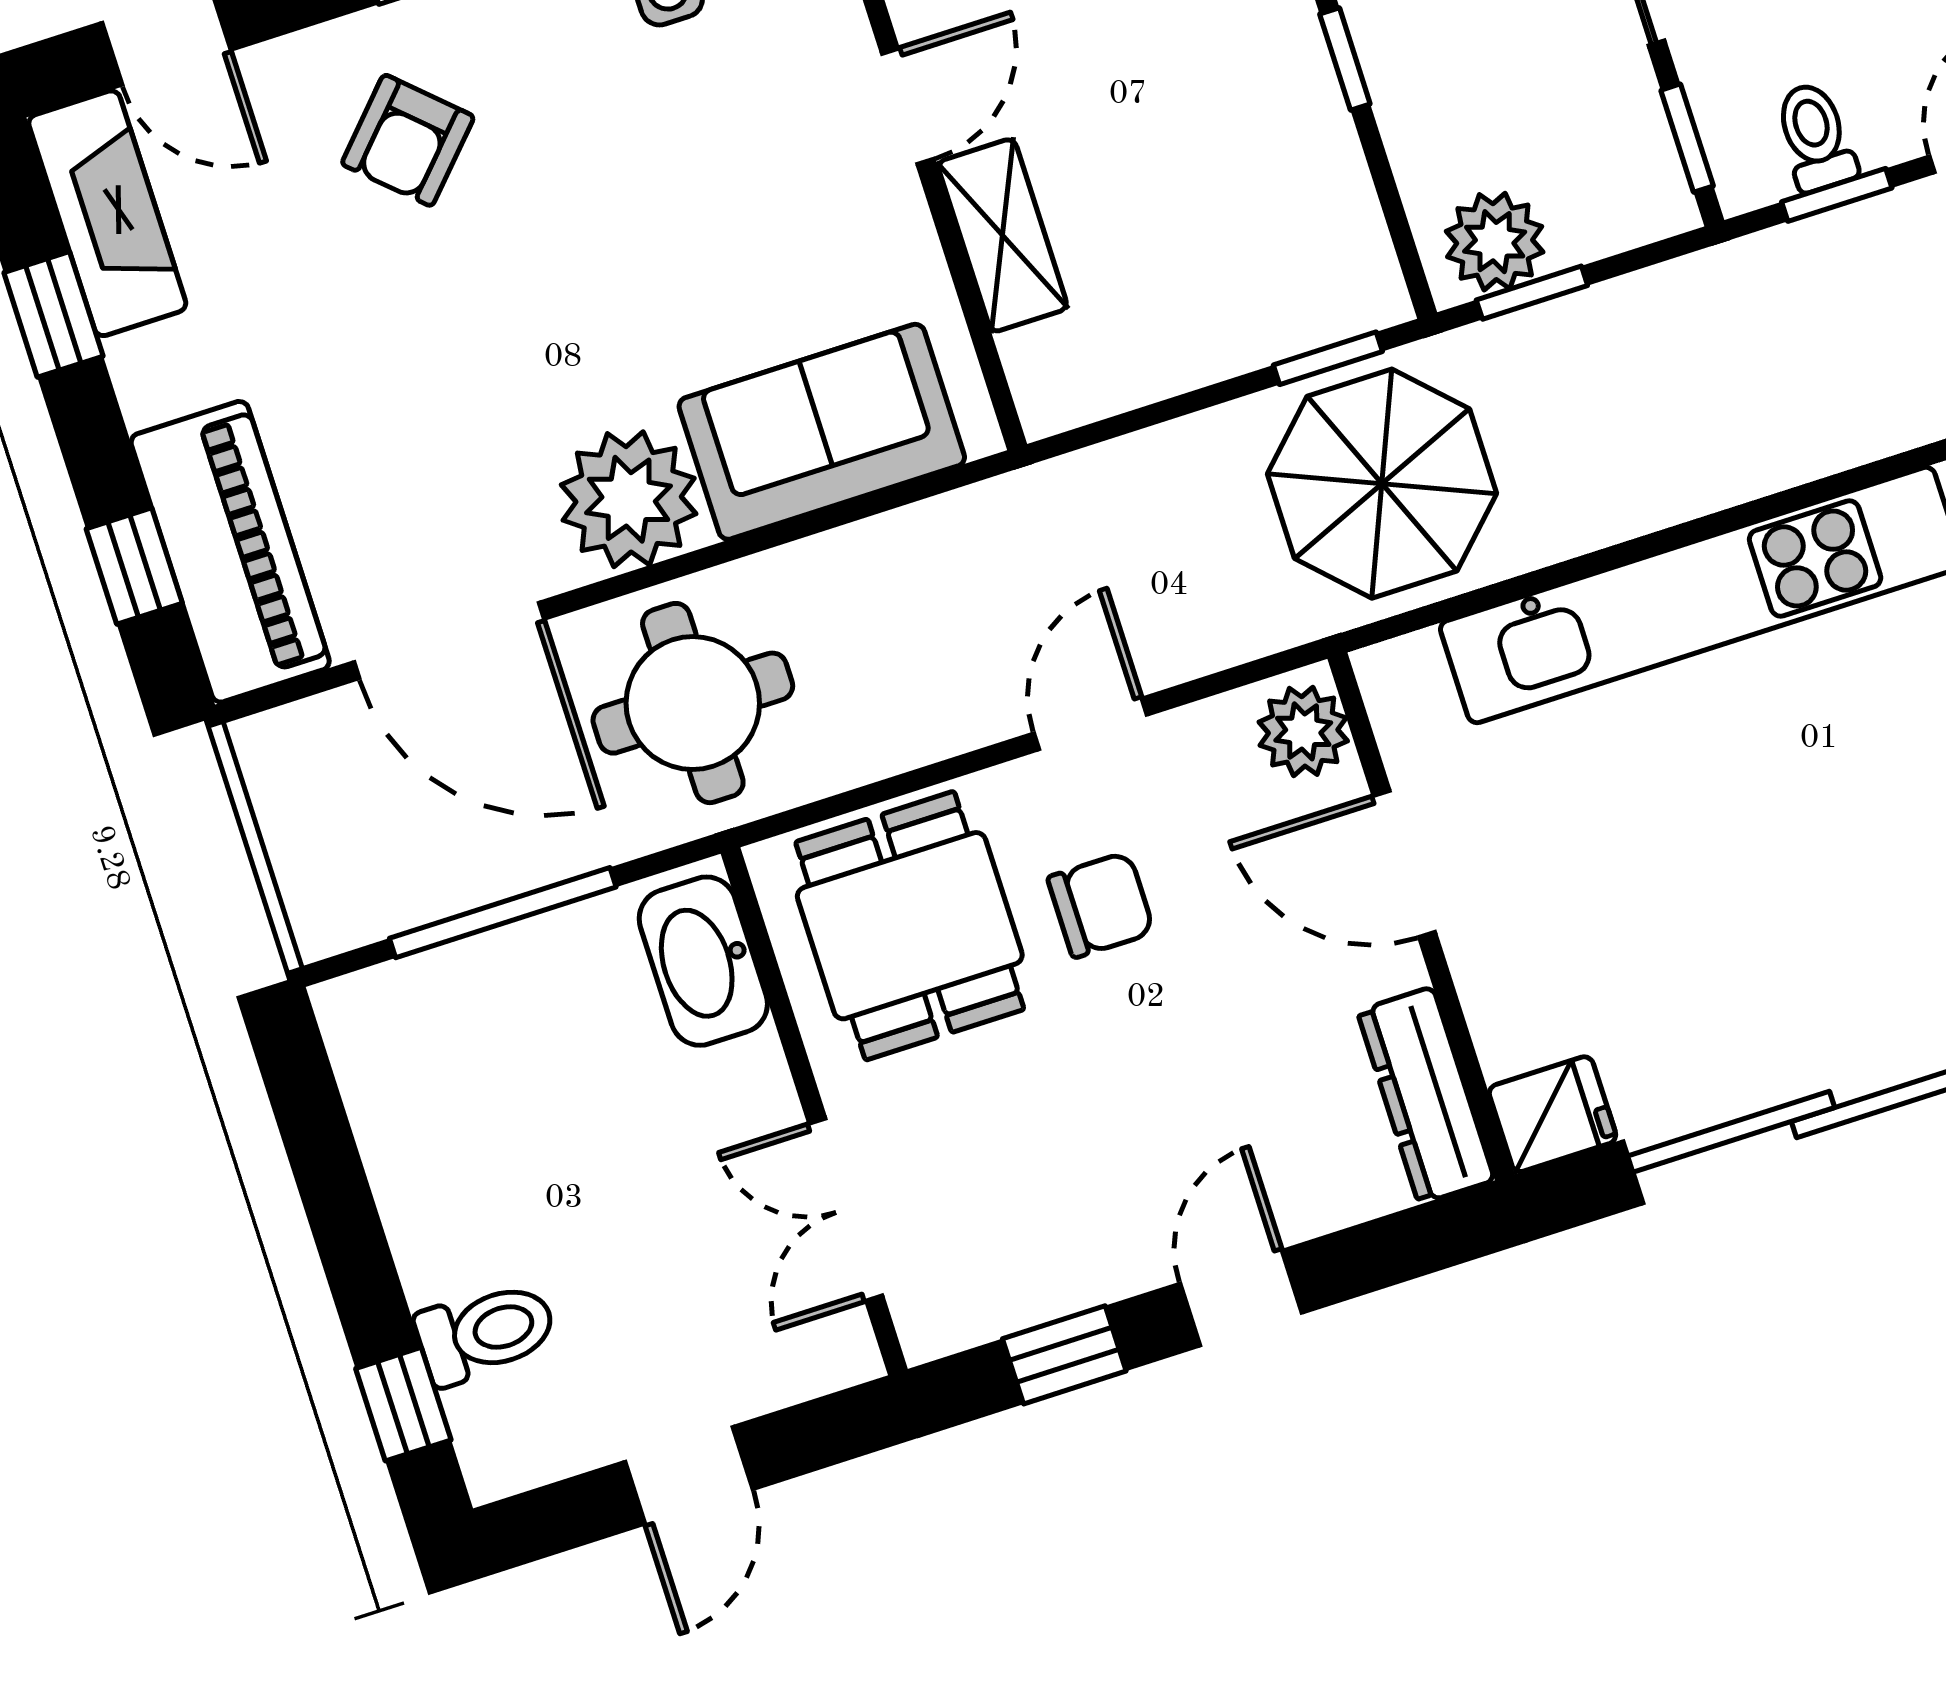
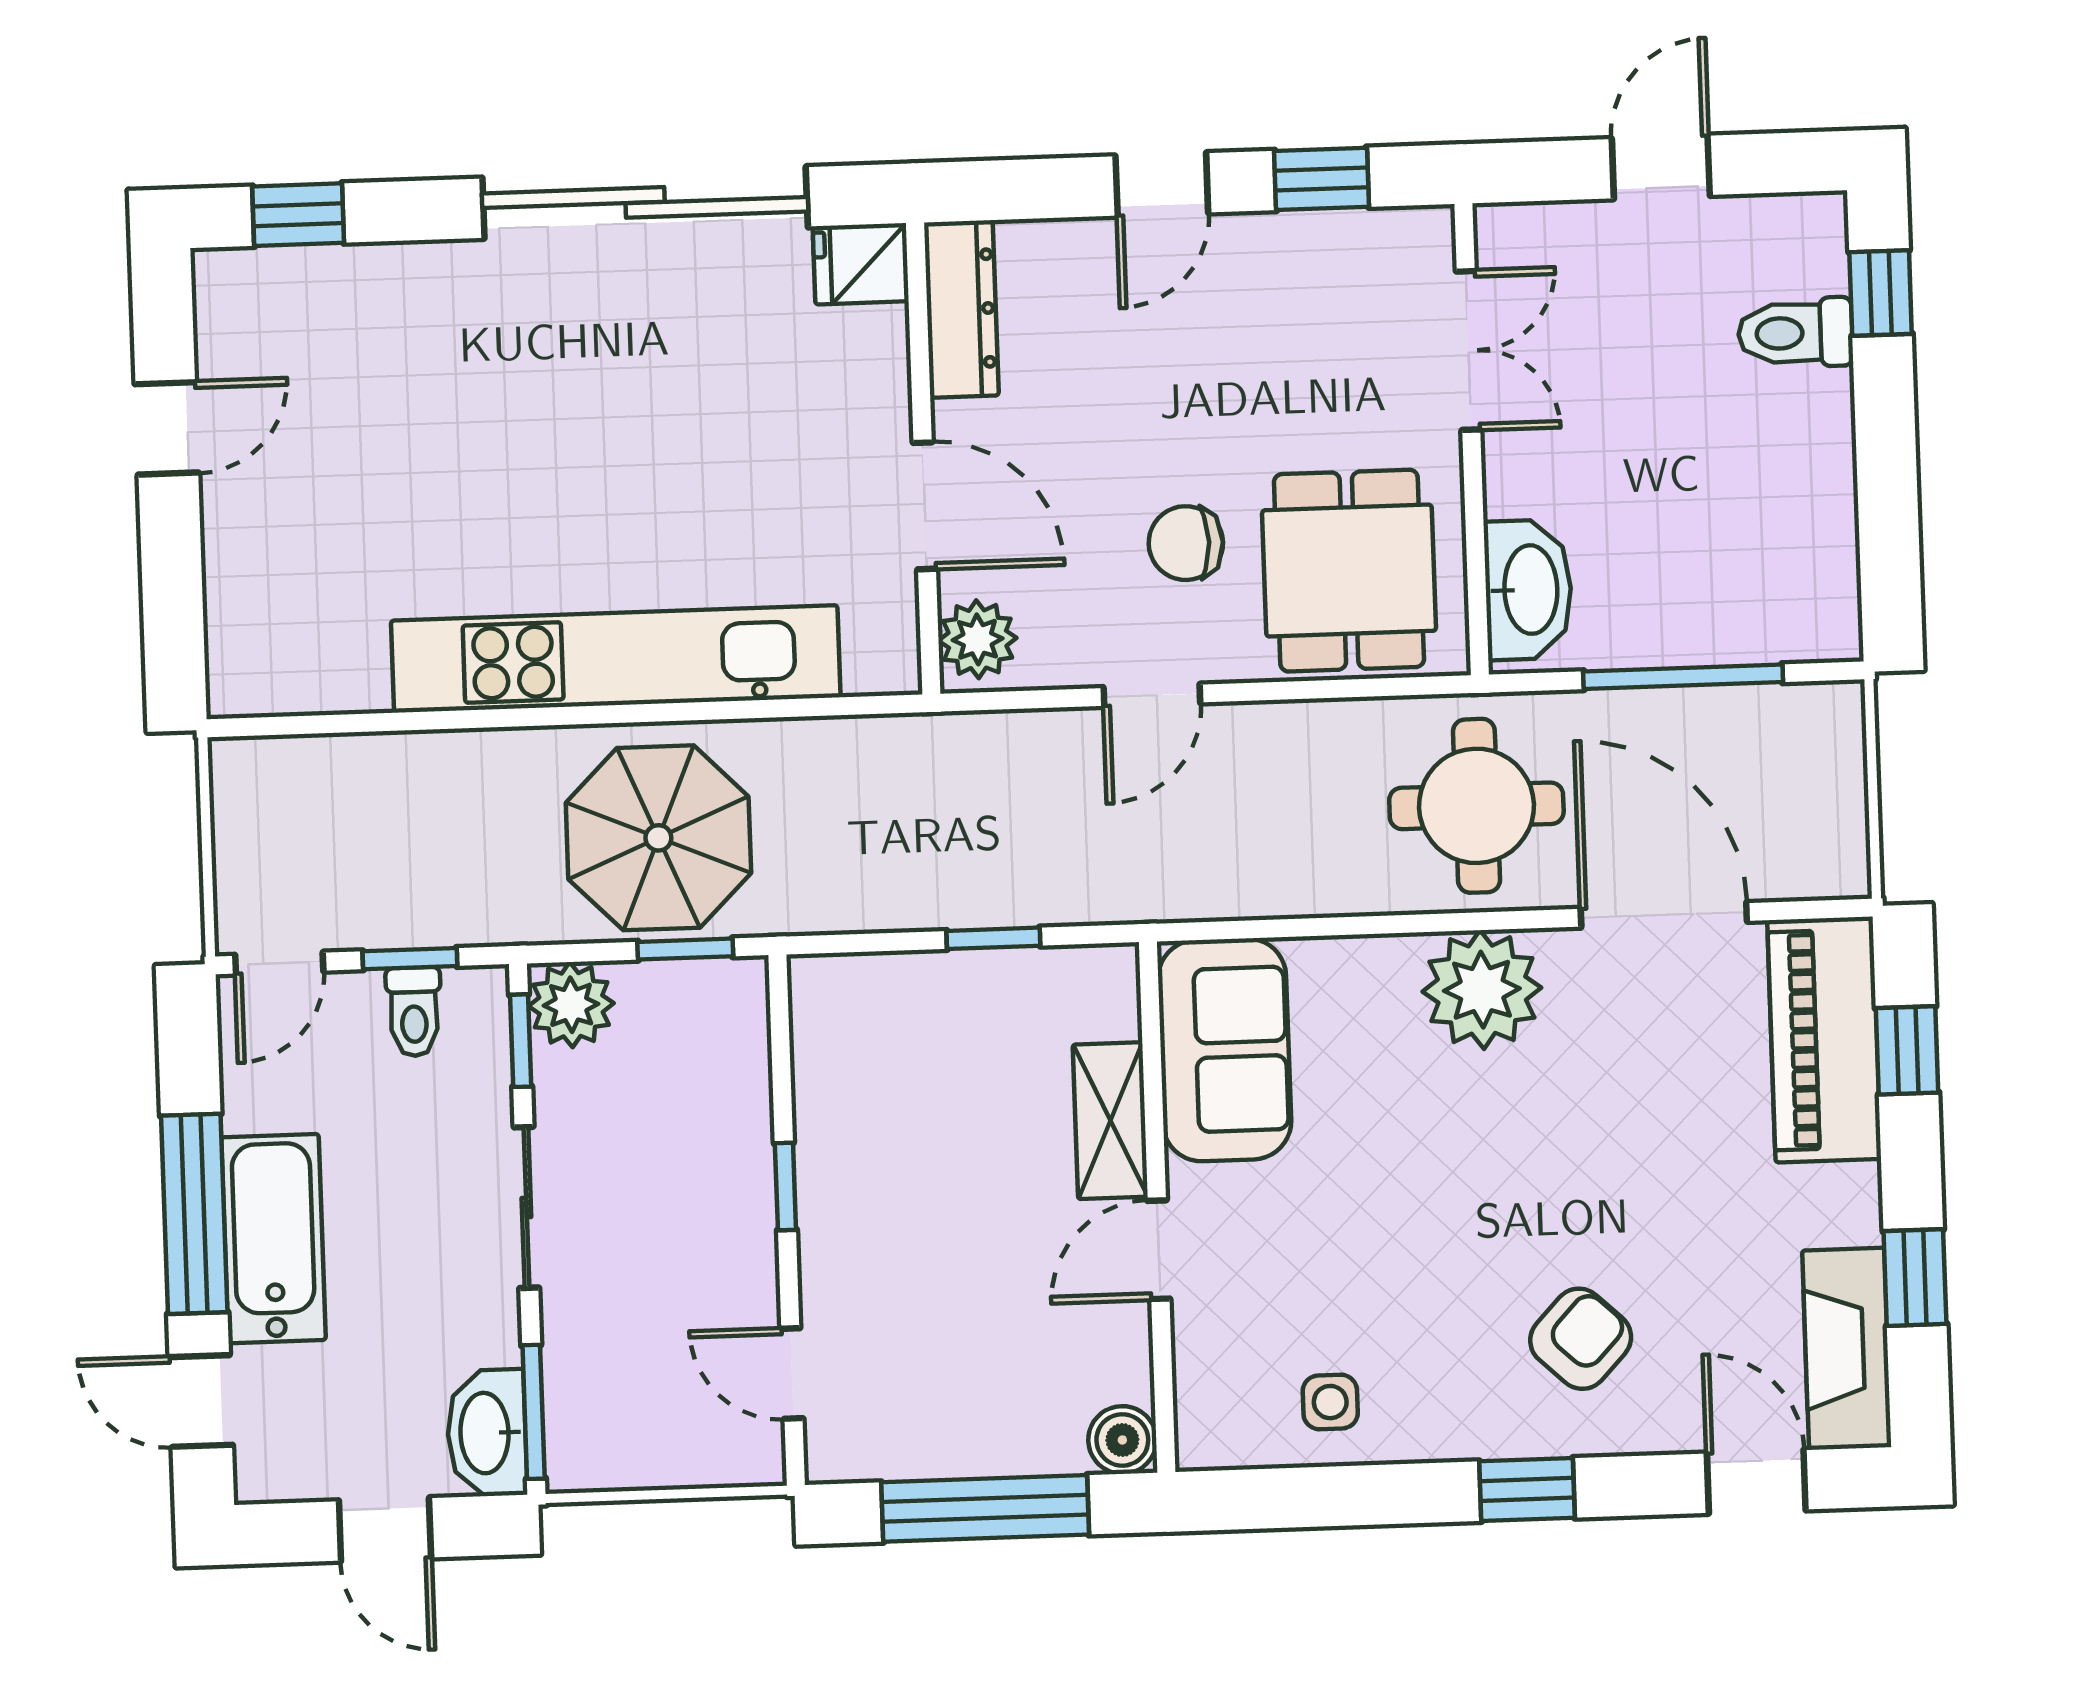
plant: (1495, 242) -> (571, 1005), moved
window: (1328, 358) -> (993, 938), moved
sofa: (822, 432) -> (1225, 1050), moved, turned -90
parasol: (1382, 484) -> (658, 838), moved

